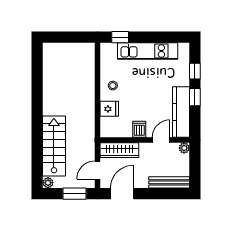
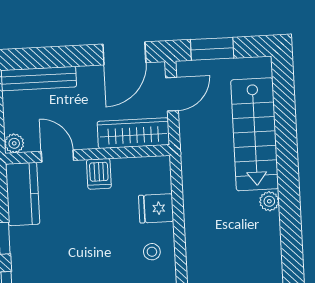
kitchen counter: (181, 112) -> (23, 194), width x0.67
door: (161, 140) -> (57, 156), swing flipped
plant: (48, 183) -> (269, 201), moved

